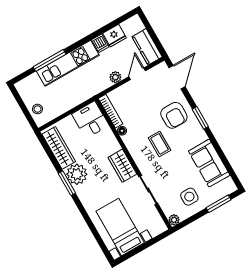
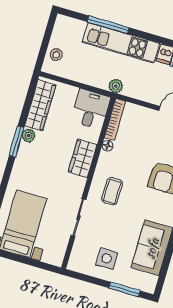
plant: (115, 77) -> (116, 86), moved
coffee table: (159, 144) -> (112, 191), moved
wardrobe: (122, 166) -> (83, 158), moved
plant: (77, 174) -> (29, 135), width x0.53, depth x0.53
plant: (174, 220) -> (74, 264), removed

